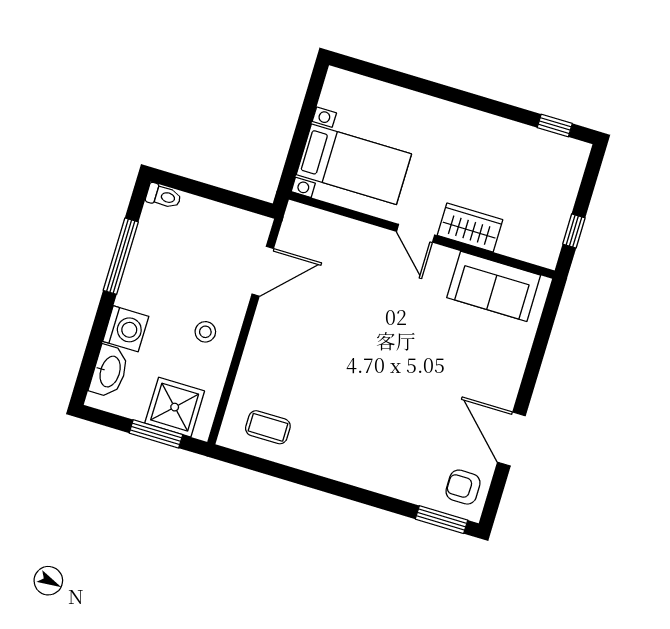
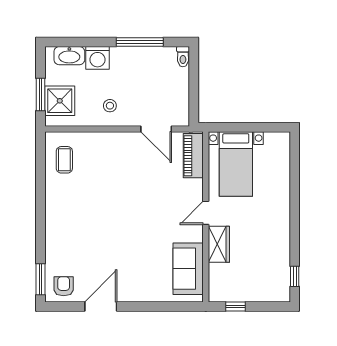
piano: (321, 226) -> (193, 156), added

